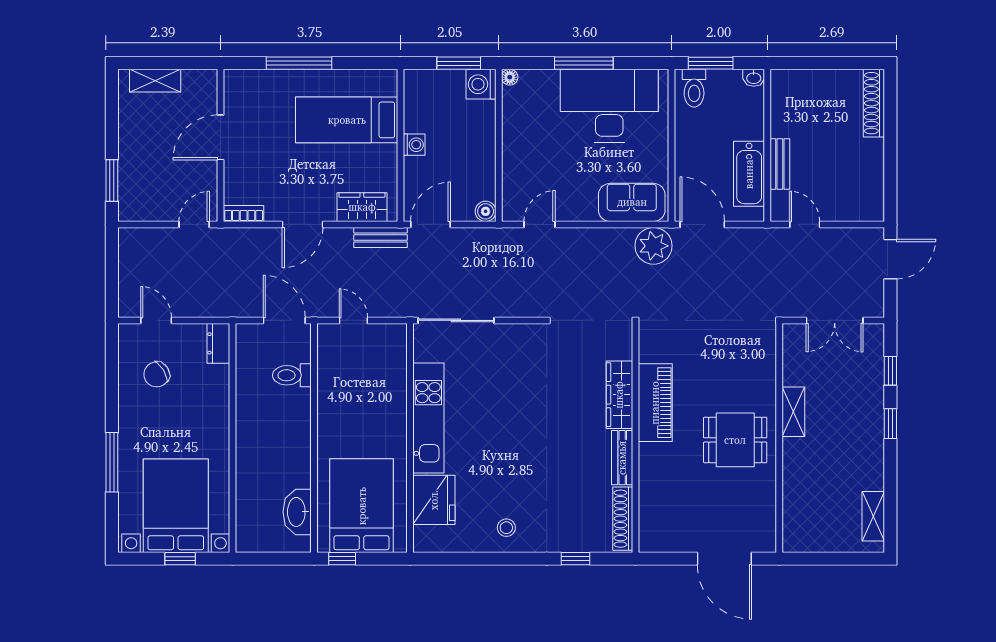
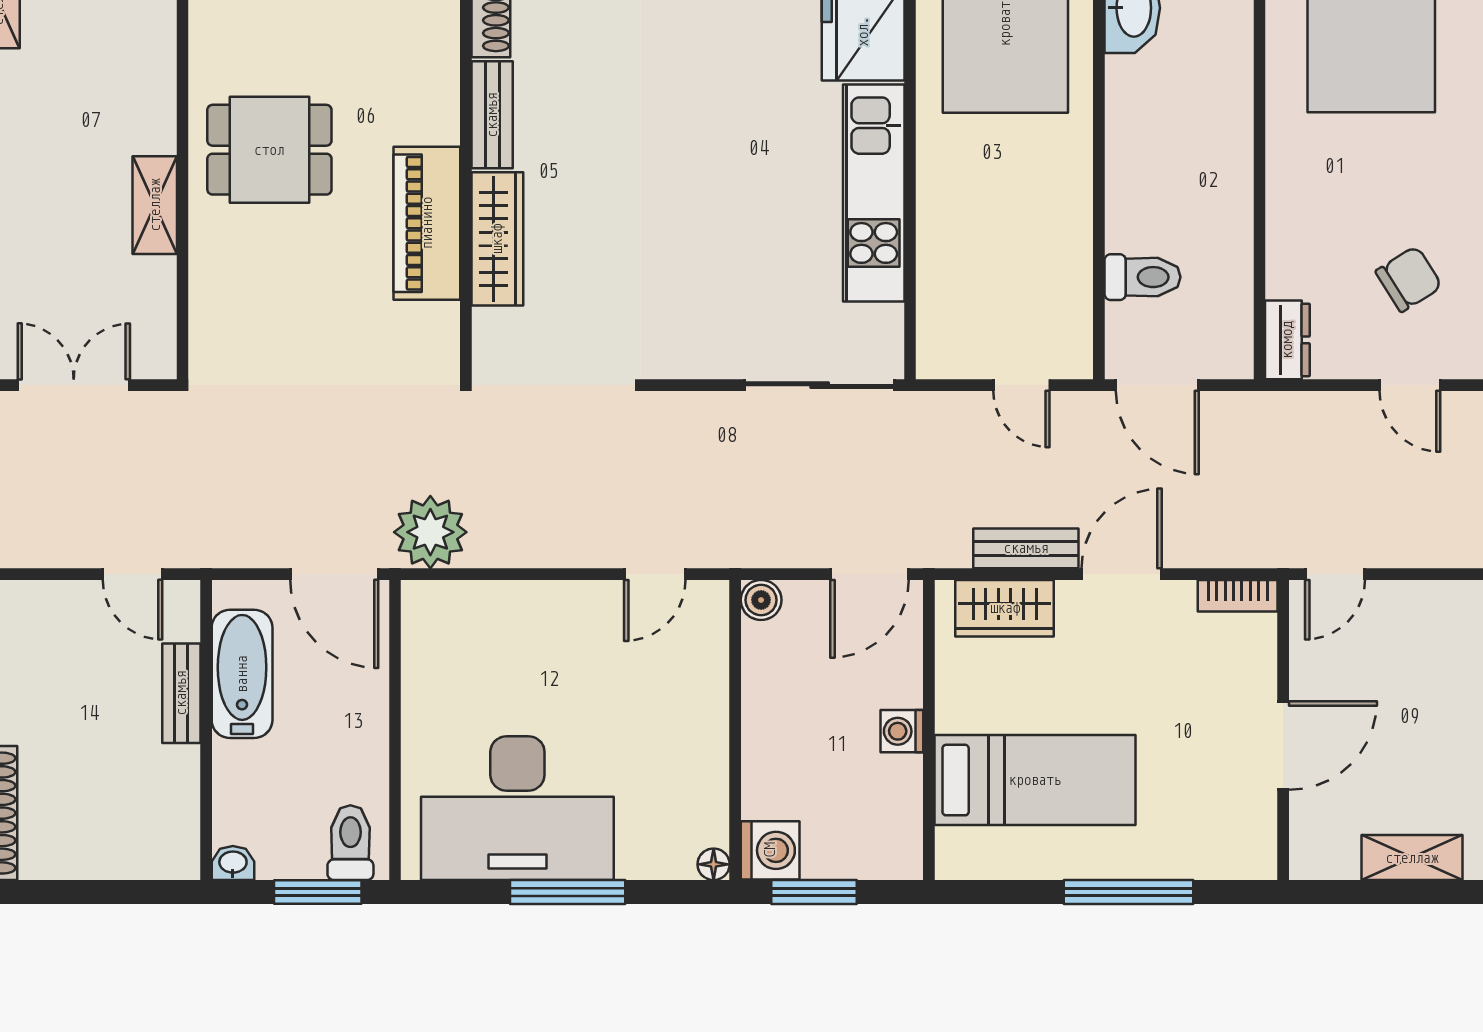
sofa: (632, 202) -> (473, 618), removed
bench: (381, 238) -> (1026, 548), moved

